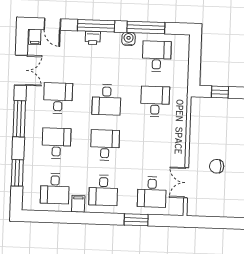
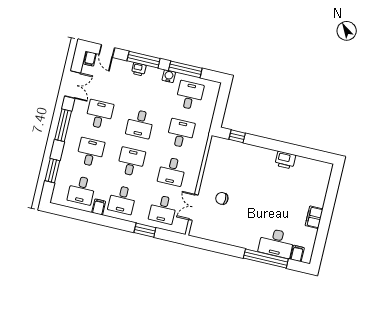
desk: (153, 147) -> (172, 171), added

